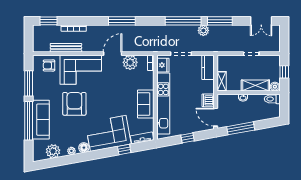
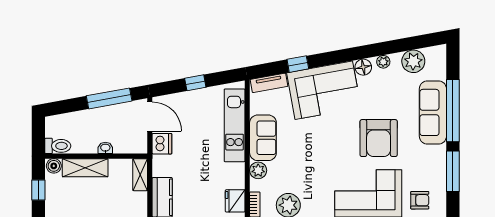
plant: (149, 84) -> (258, 170), added
kitchen unit: (163, 104) -> (235, 125), width x0.73

